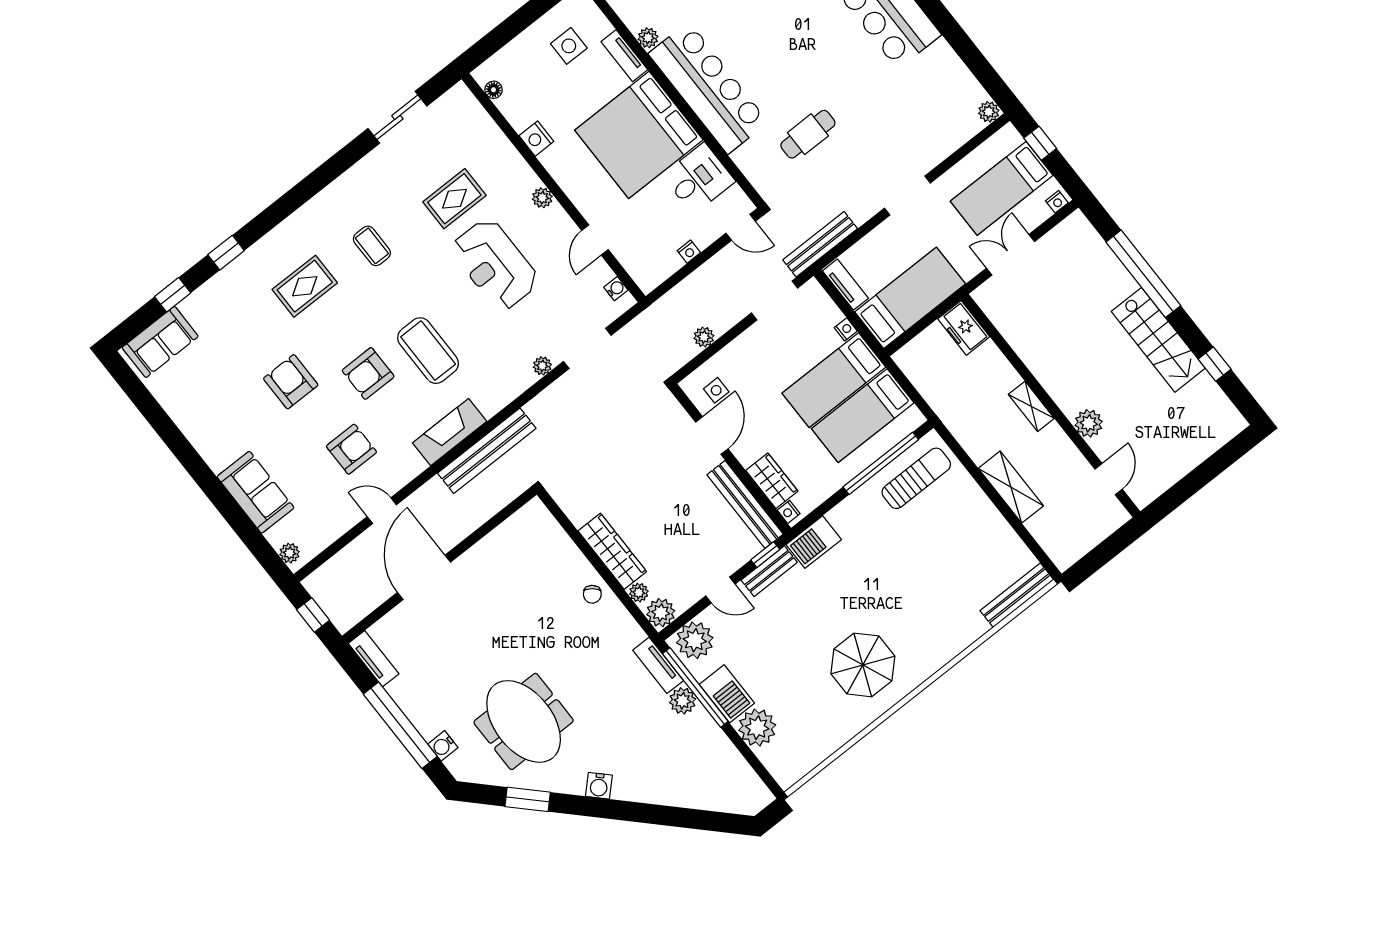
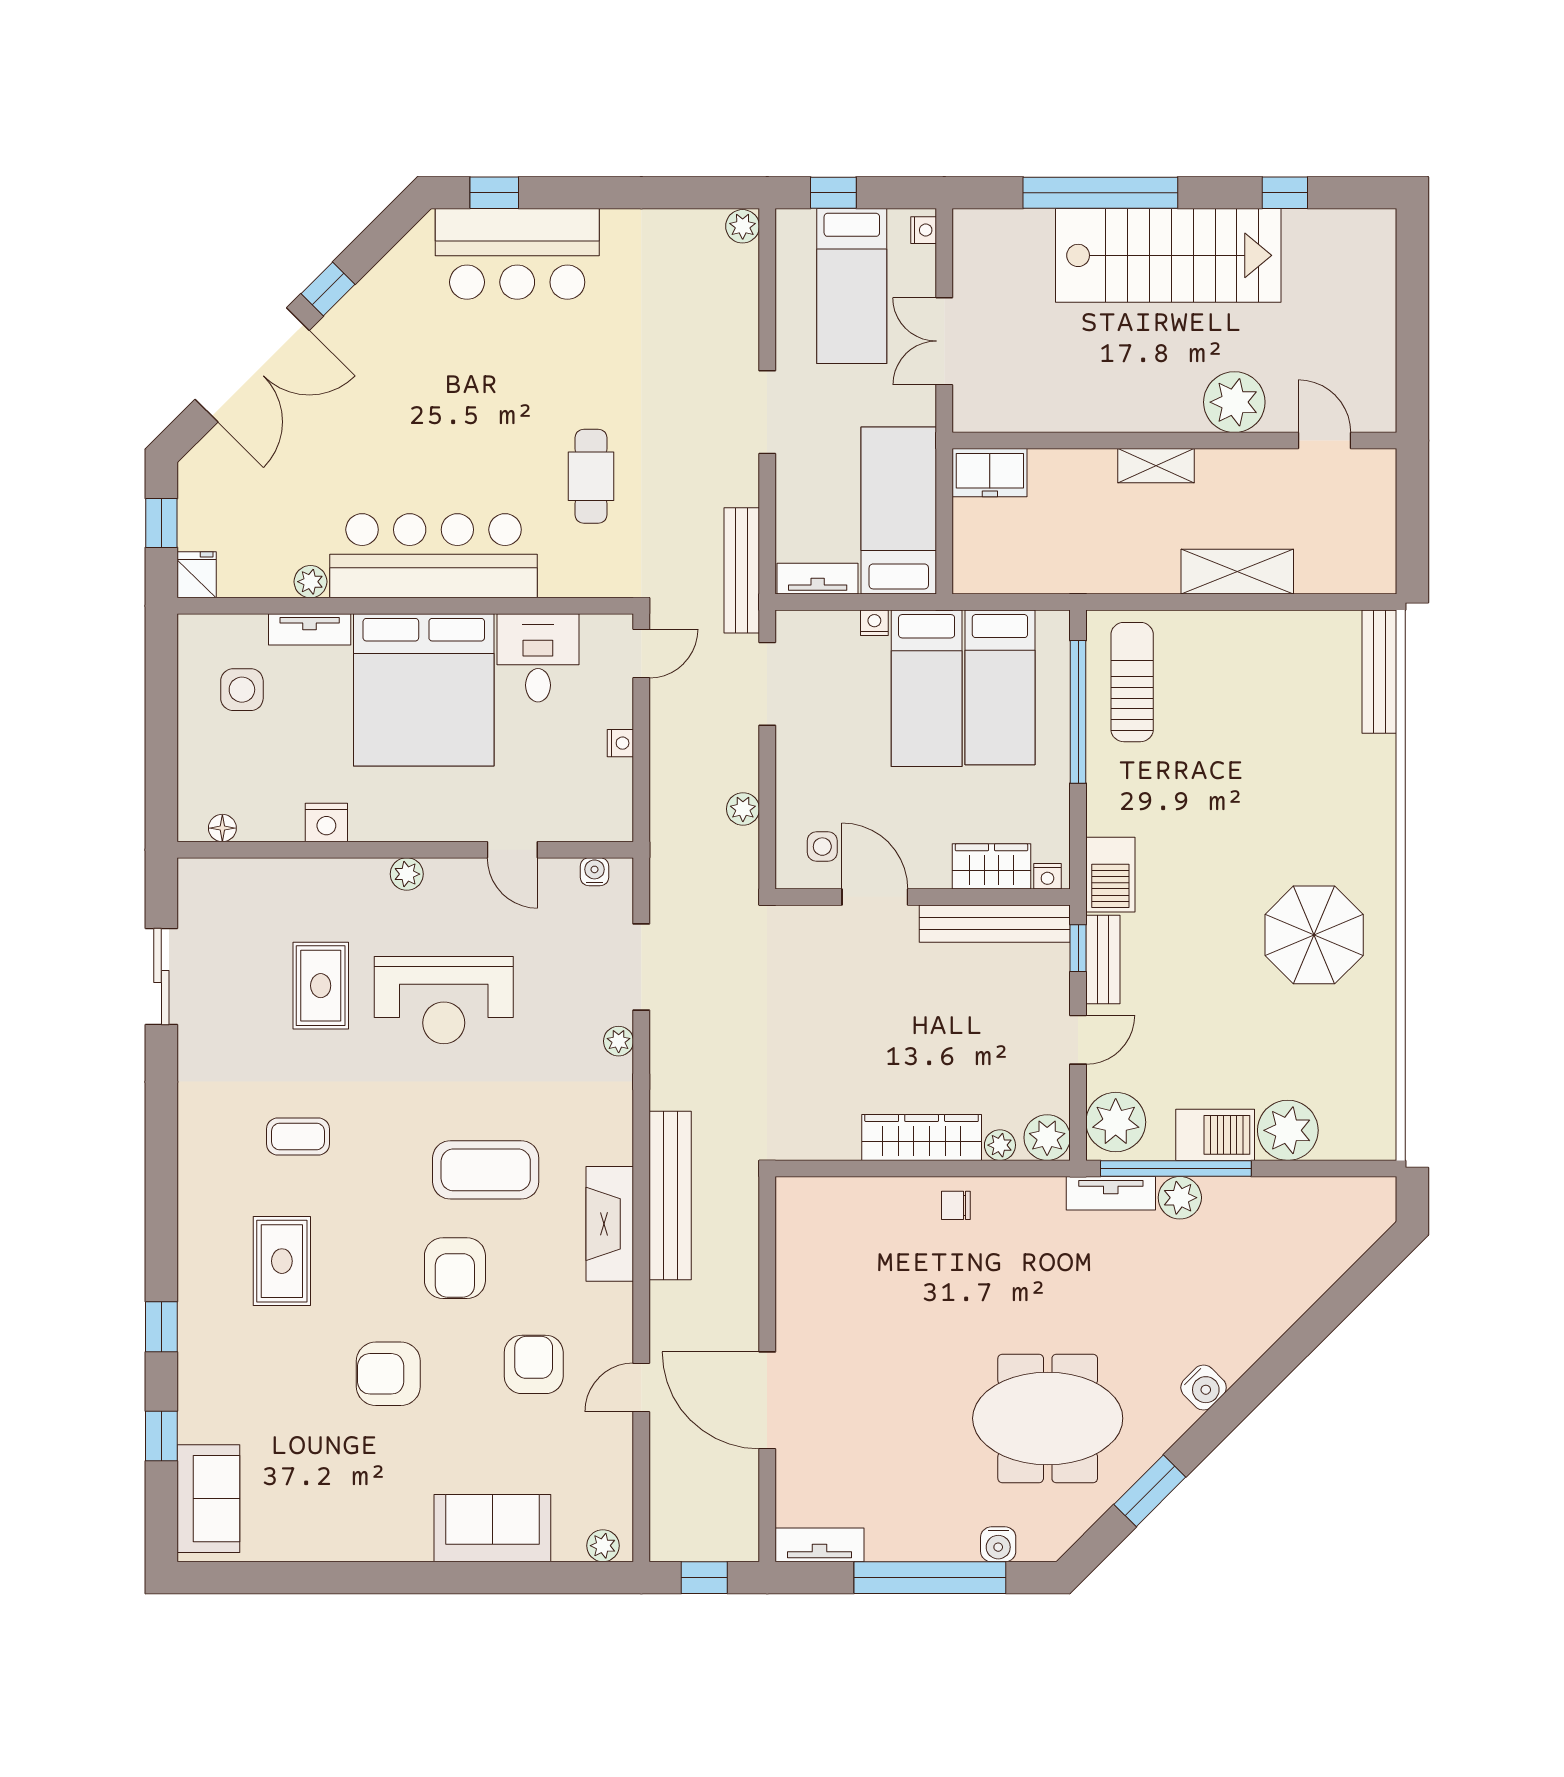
stairs: (1158, 340) -> (1168, 255), width x1.36, depth x1.51
plant: (1089, 423) -> (1234, 402), width x1.36, depth x1.36
chair: (592, 594) -> (956, 1205), turned 141

